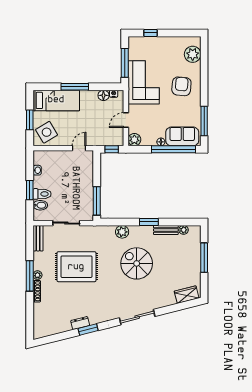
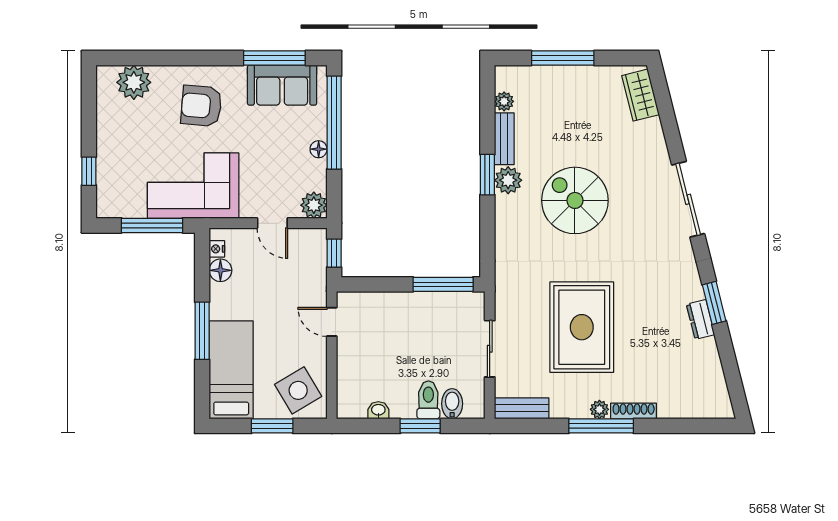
sofa: (182, 136) -> (282, 85), moved, turned -90
plant: (122, 232) -> (508, 180), moved
spiral stairs: (137, 263) -> (575, 200), turned 90

